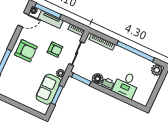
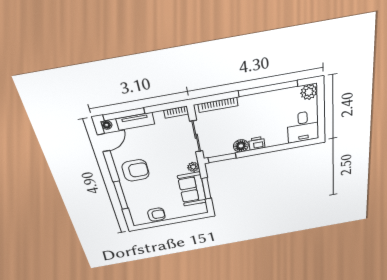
armchair: (55, 50) -> (156, 215), moved
desk: (126, 85) -> (303, 127), moved

